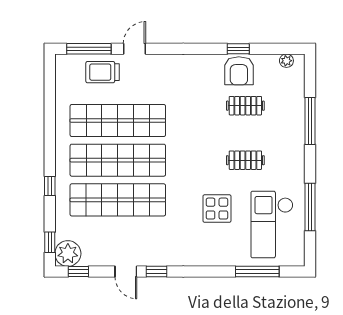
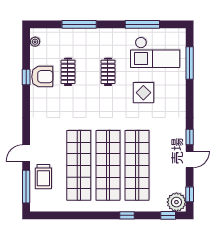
door: (135, 49) -> (26, 153), hinge flipped

